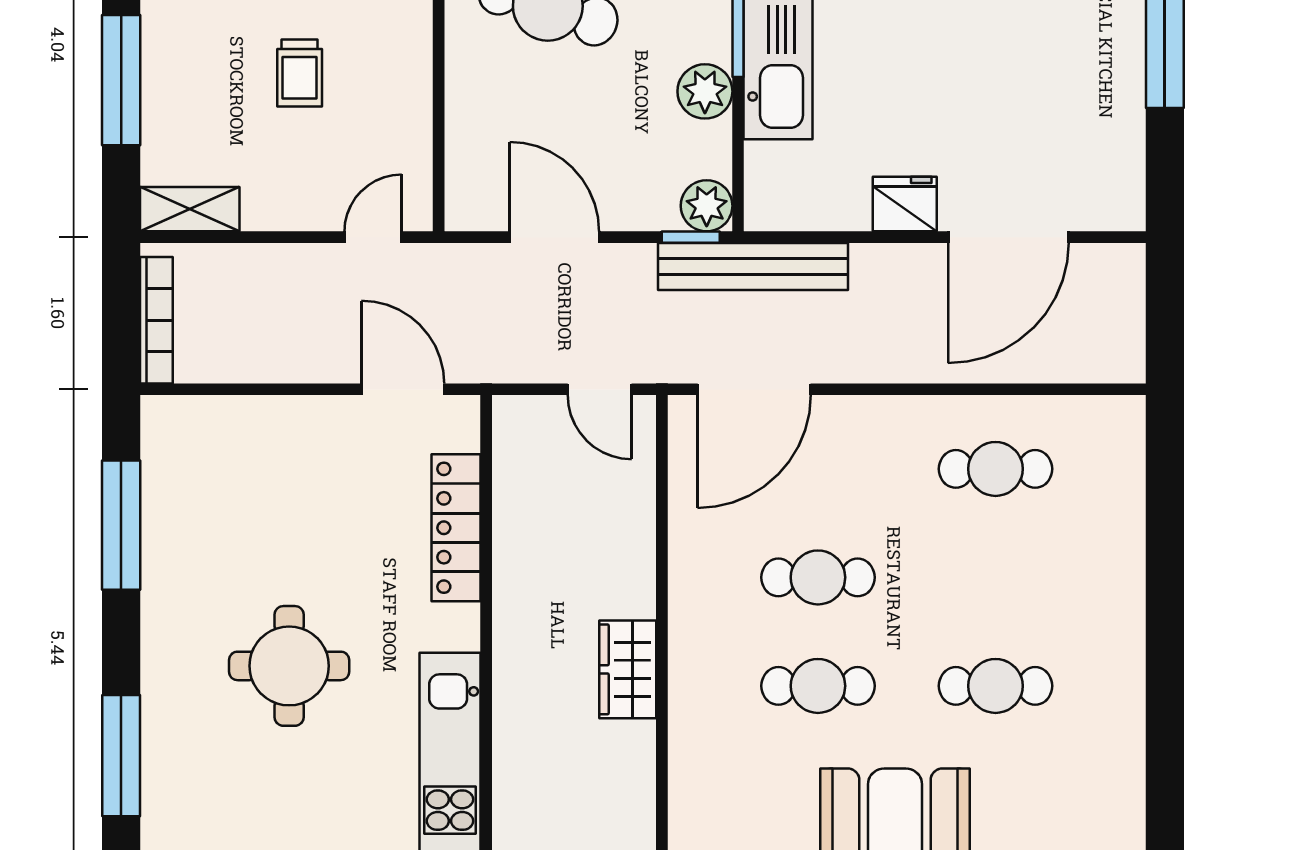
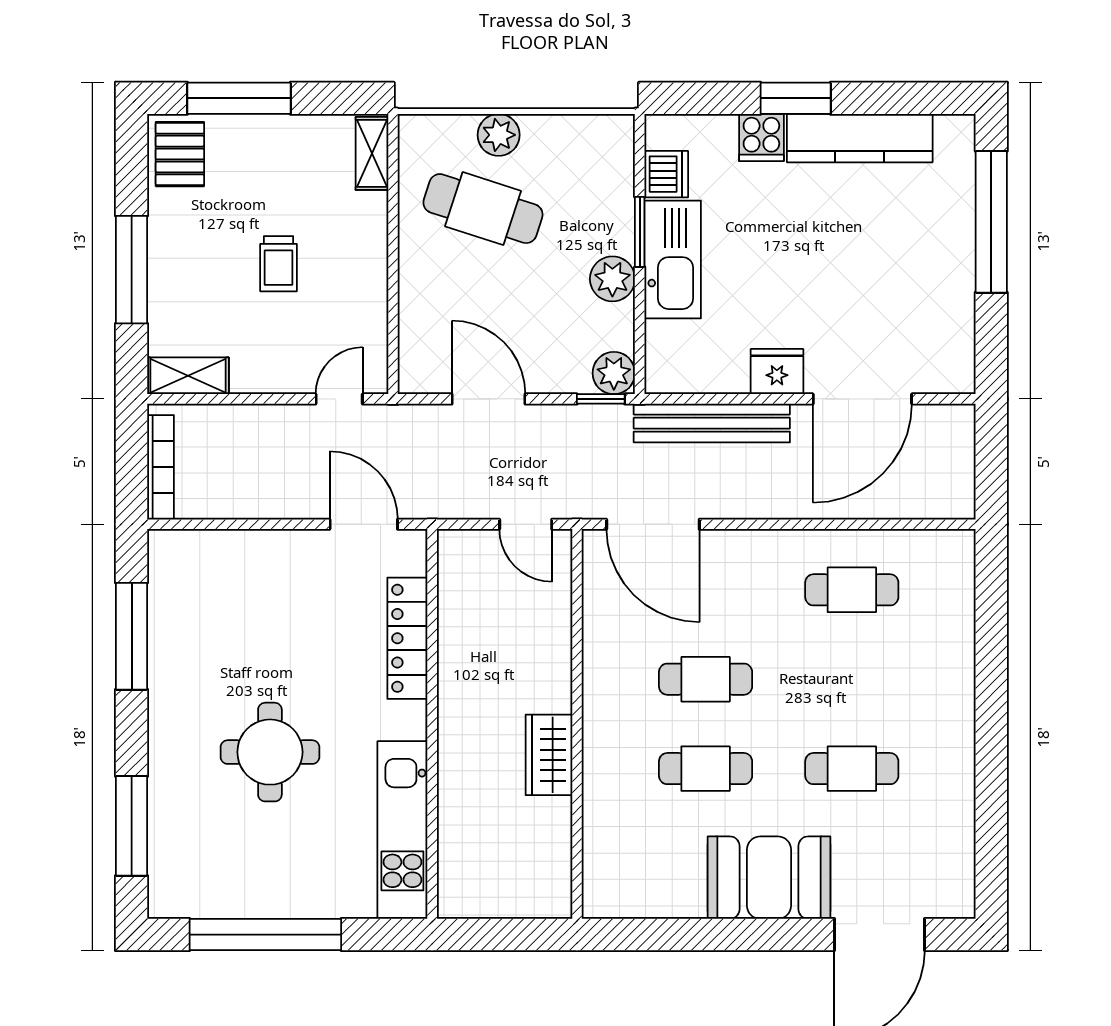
bench: (753, 266) -> (712, 423), moved
door: (754, 389) -> (653, 524), hinge flipped

